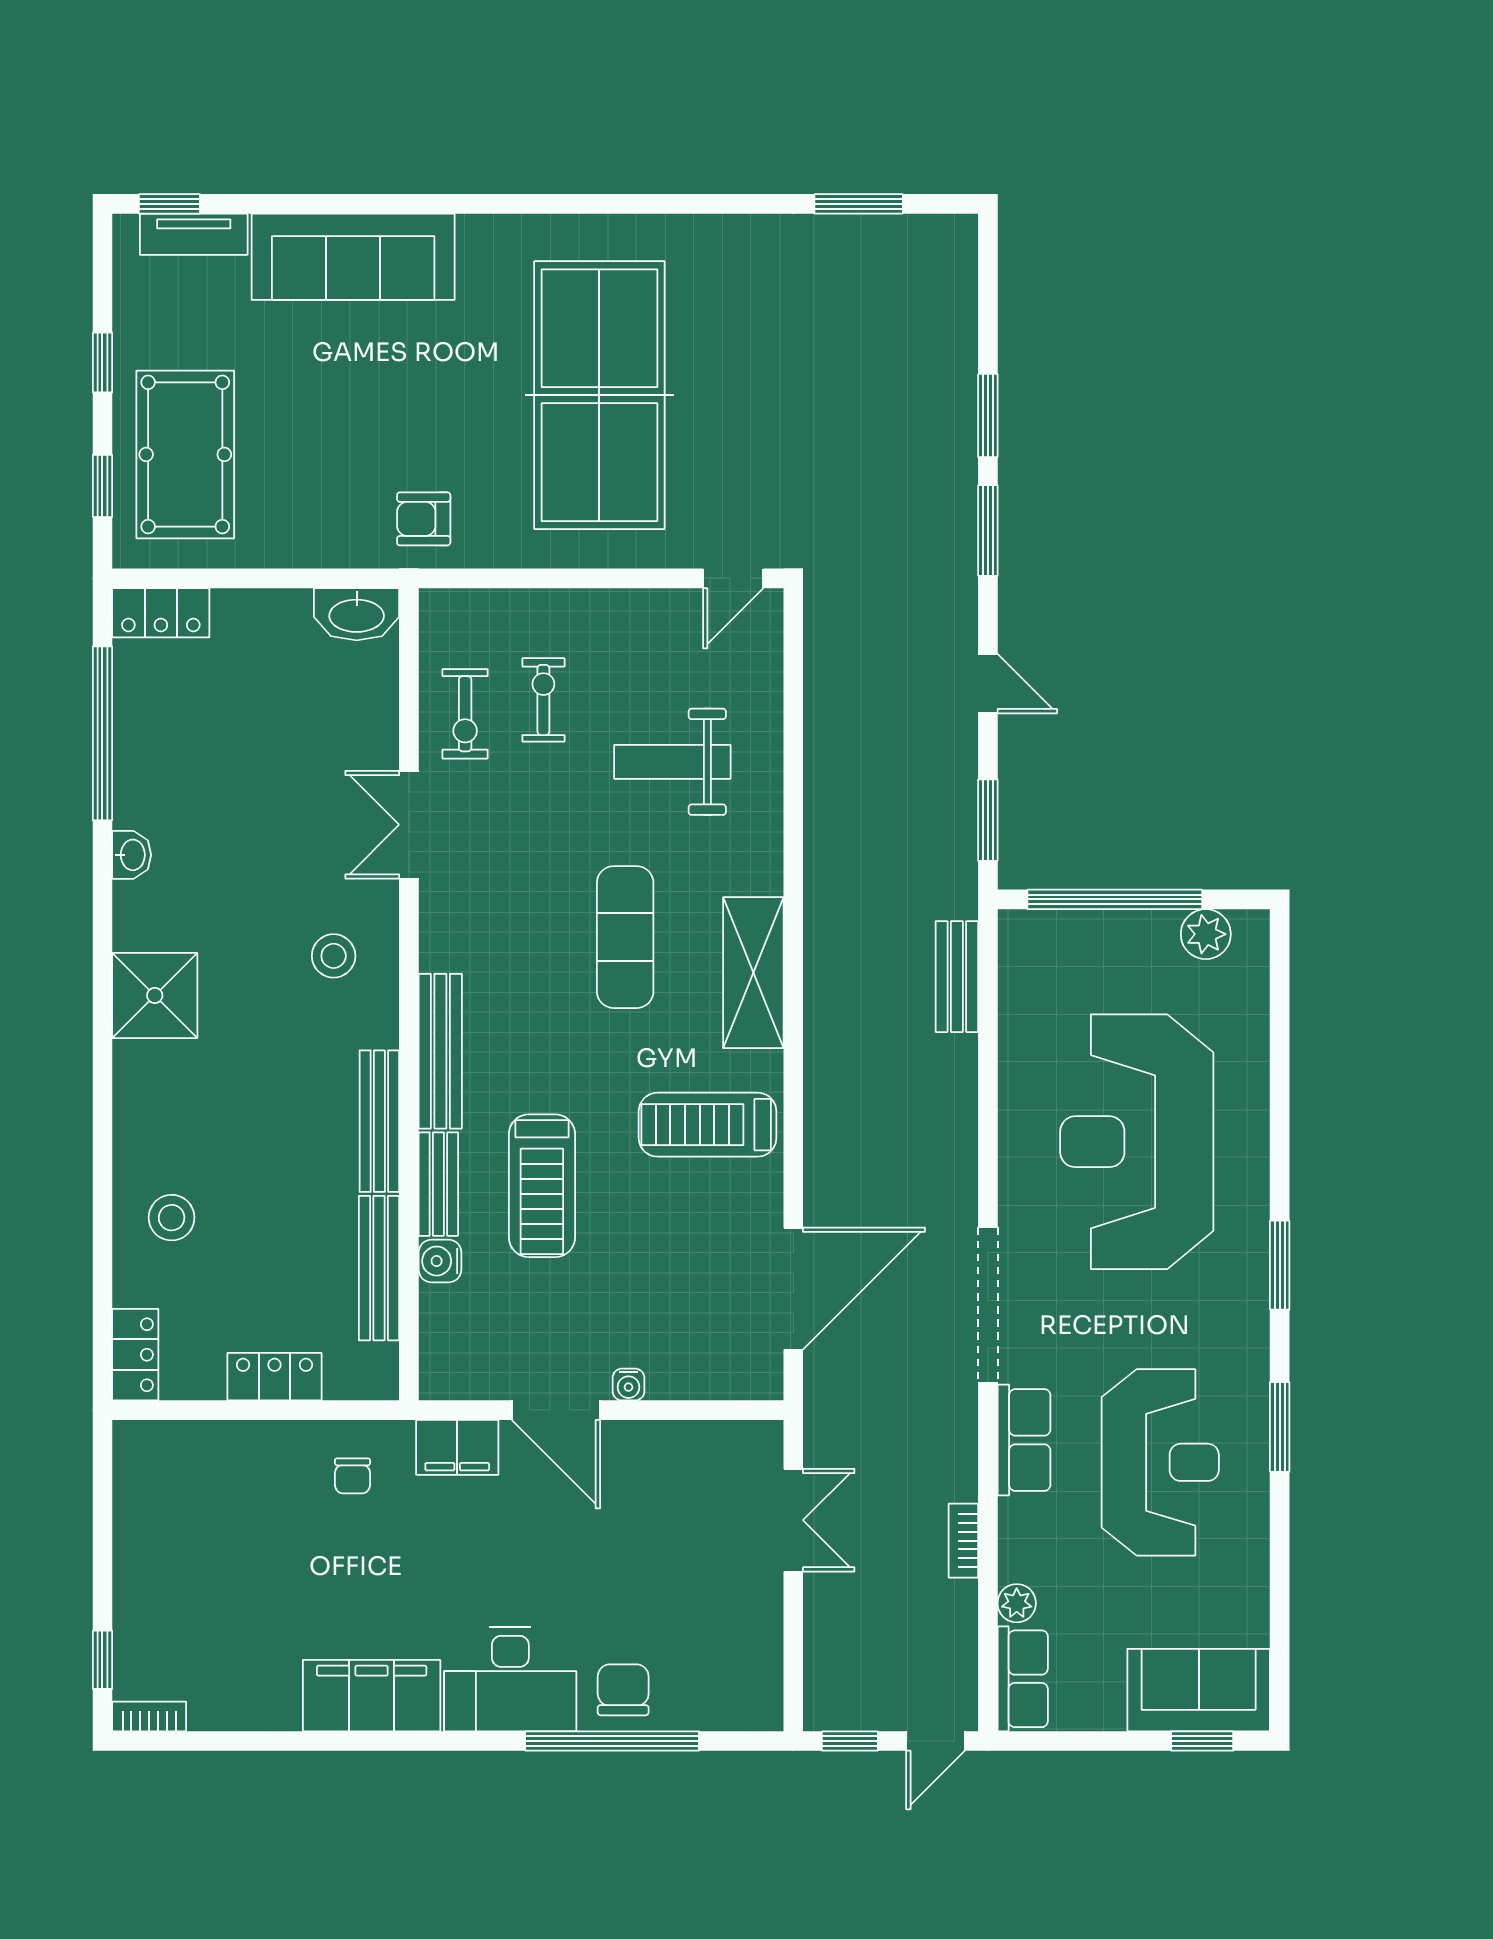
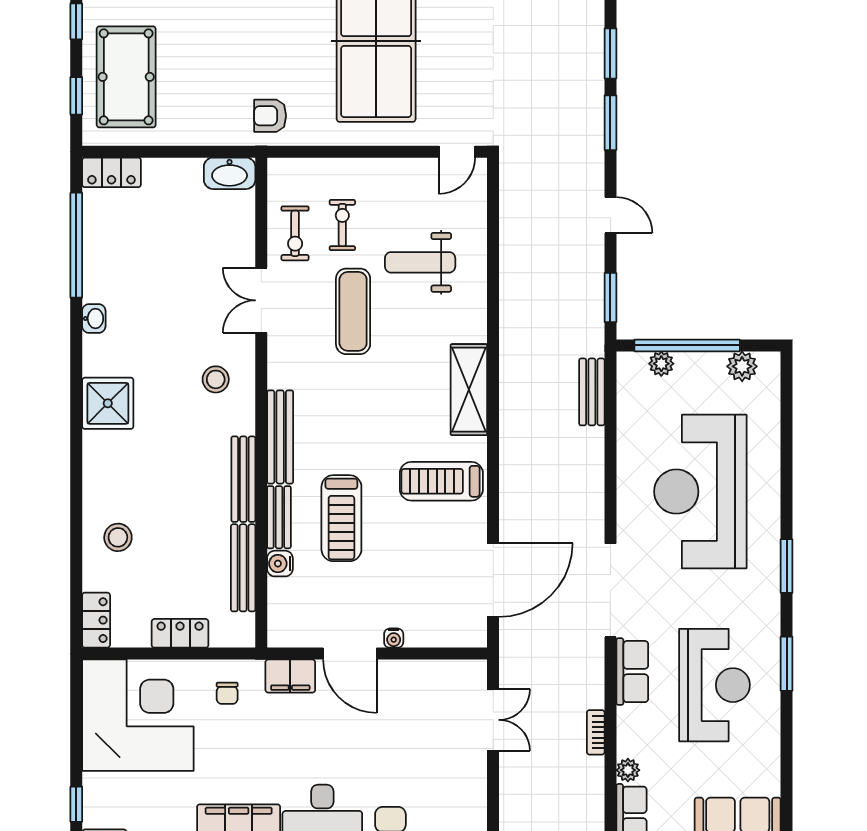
plant: (1072, 930) -> (661, 364), added
exercise mat: (625, 937) -> (353, 311), moved
corner desk: (205, 1512) -> (138, 715), added

